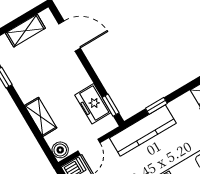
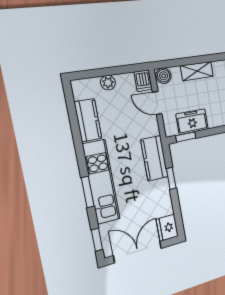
kitchen counter: (143, 131) -> (154, 158), width x0.67

